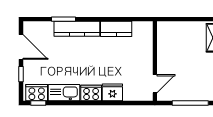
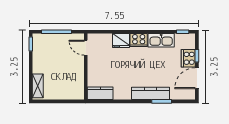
kitchen counter: (116, 29) -> (100, 93), moved
door: (21, 47) -> (197, 78), hinge flipped
door: (155, 84) -> (86, 48), hinge flipped
cooker: (37, 93) -> (188, 58), moved, turned 90

